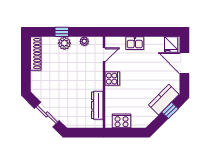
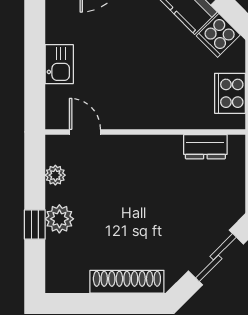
shoe rack: (36, 54) -> (127, 282), moved
cooker: (112, 79) -> (218, 35), moved, turned -135
dresser: (97, 105) -> (205, 147), width x0.70

